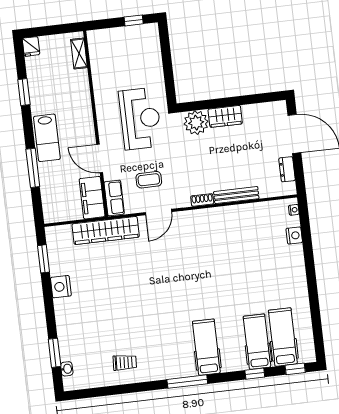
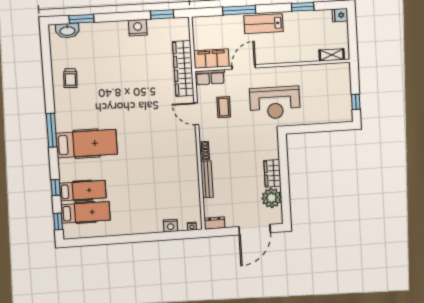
plant: (196, 123) -> (272, 198), moved
dresser: (287, 169) -> (214, 223), moved
hospital bed: (206, 347) -> (87, 144), width x1.37, depth x1.29
washbasin: (67, 369) -> (67, 31), width x1.91, depth x1.45

